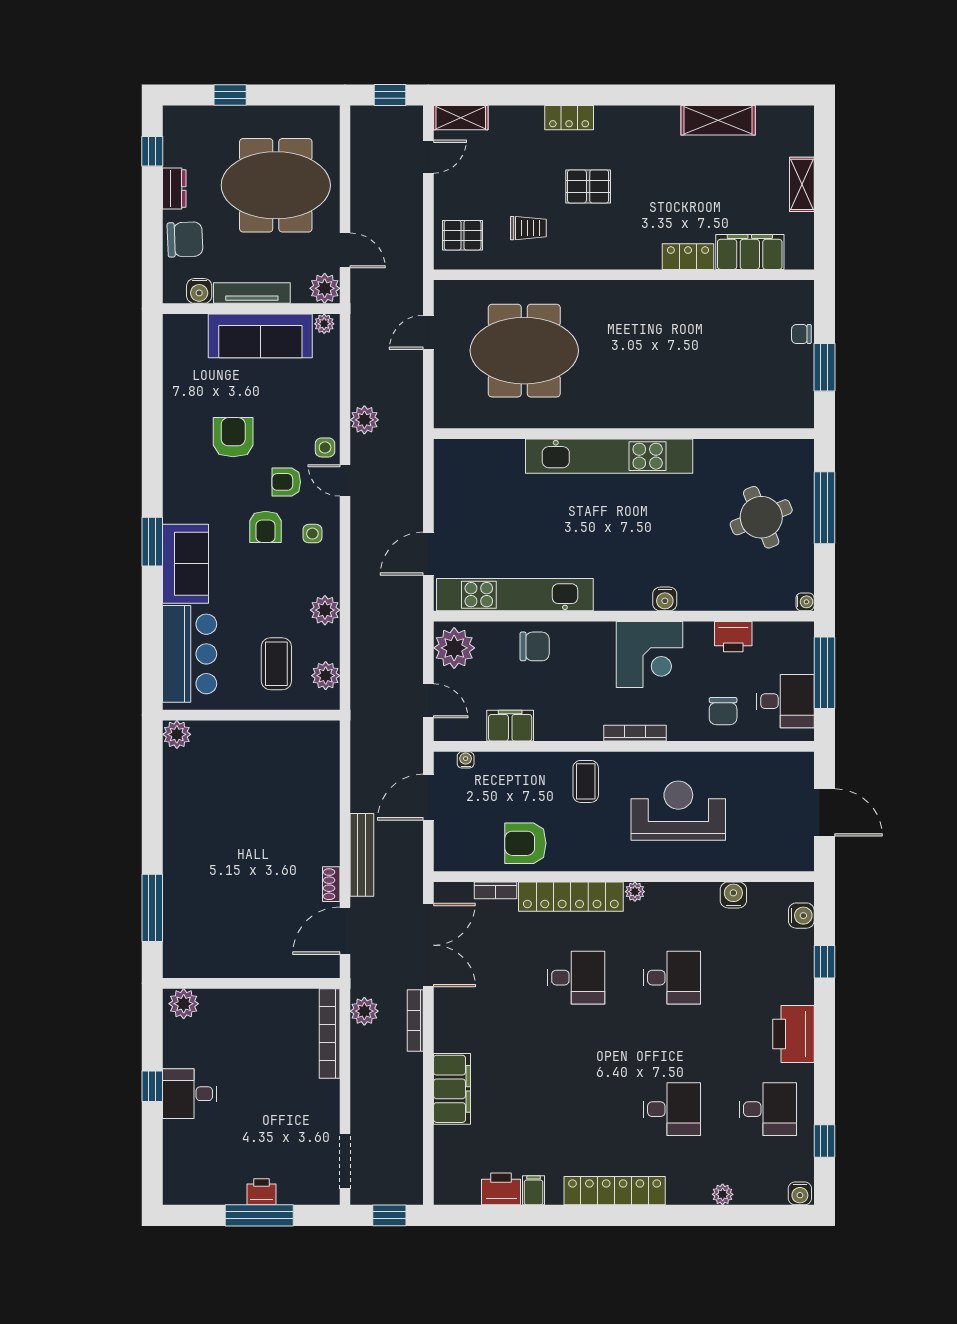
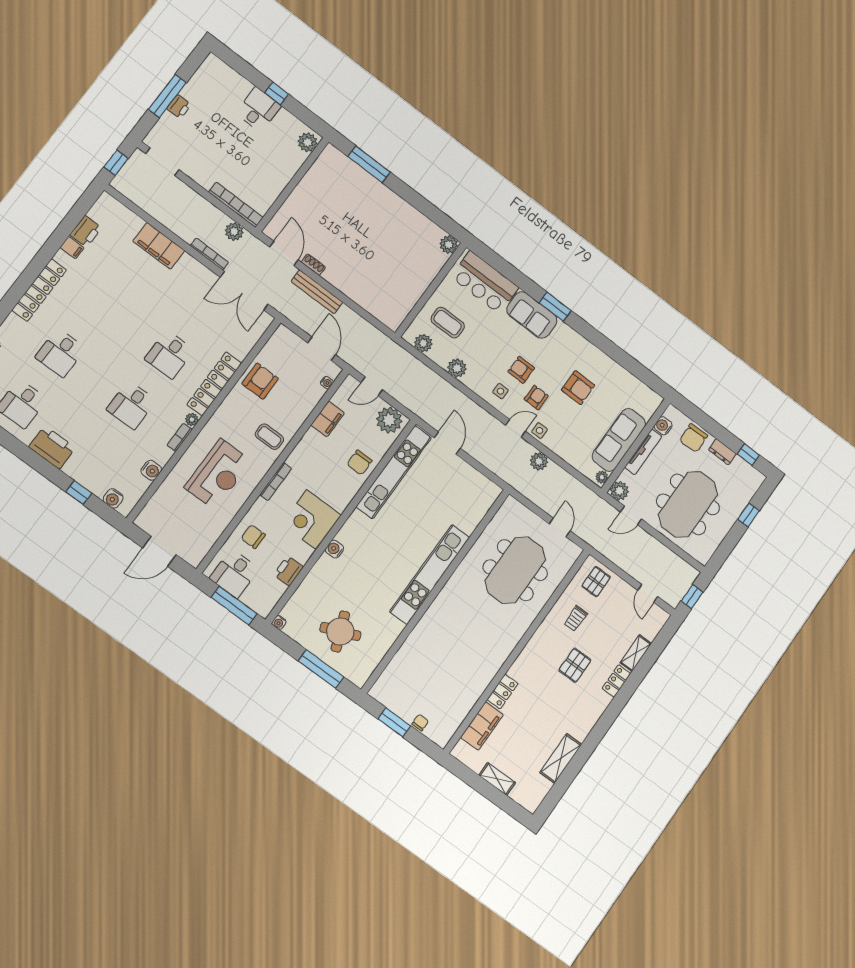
shelving: (461, 118) -> (636, 653), moved
bookcase: (495, 890) -> (180, 437), moved

